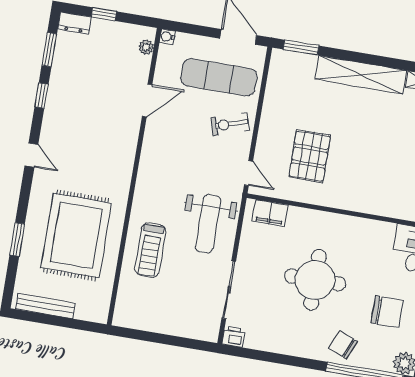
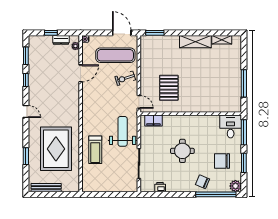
dresser: (74, 23) -> (61, 40), moved
shelving: (361, 75) -> (195, 42), width x0.68
weight bench: (208, 224) -> (123, 131), turned 180
round table: (315, 280) -> (182, 151), width x0.73, depth x0.73
chair: (387, 312) -> (222, 161), turned 180
printer: (233, 337) -> (160, 187), moved

